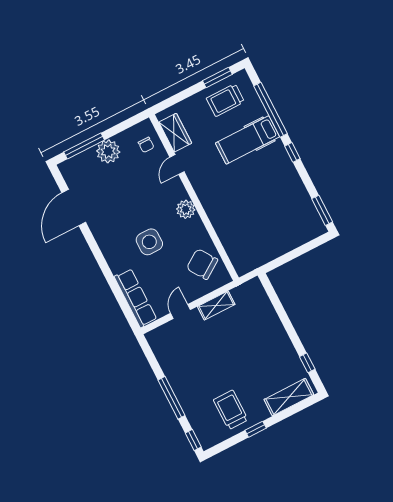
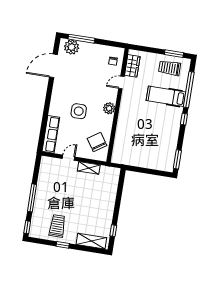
plant: (108, 151) -> (72, 47), moved

